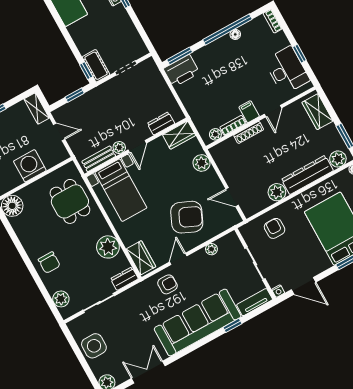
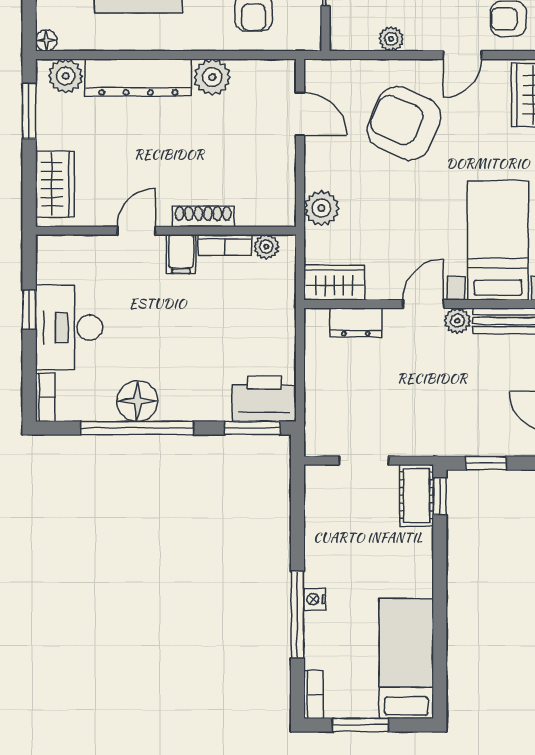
floor lamp: (235, 34) -> (137, 401), width x1.89, depth x1.89
desk: (287, 70) -> (69, 328), moved

